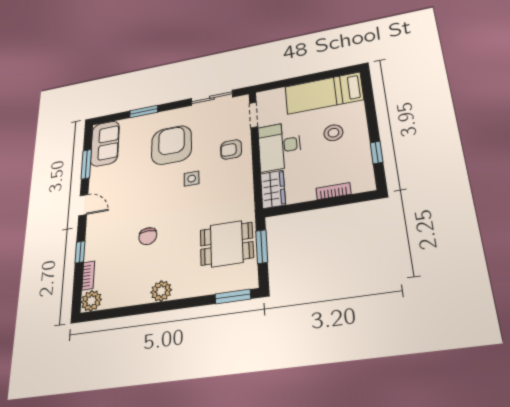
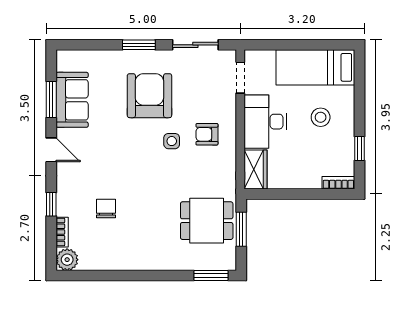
window: (144, 111) -> (139, 45), moved
sofa: (105, 144) -> (72, 100), moved
armchair: (231, 149) -> (207, 134), moved
bookcase: (333, 191) -> (338, 183), moved
chair: (148, 236) -> (106, 209), moved, turned 180
plant: (161, 291) -> (140, 260), removed

